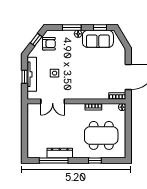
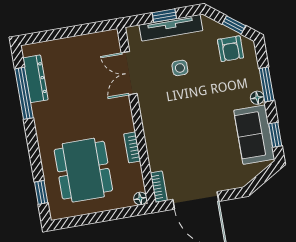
dresser: (60, 153) -> (35, 79), moved
window: (95, 161) -> (41, 192), moved

